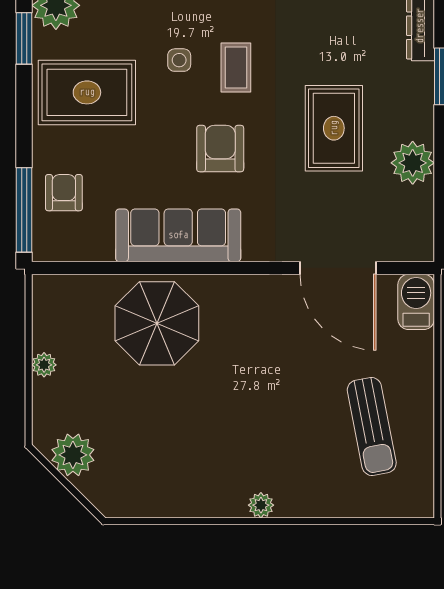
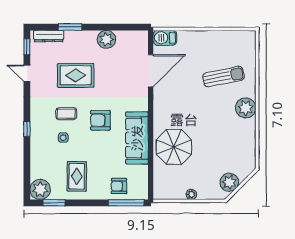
rug: (87, 92) -> (77, 176), width x0.73, depth x0.70
rug: (334, 128) -> (76, 75), moved
sun lounger: (372, 426) -> (224, 77), moved
plant: (261, 505) -> (246, 108), width x1.88, depth x1.88

